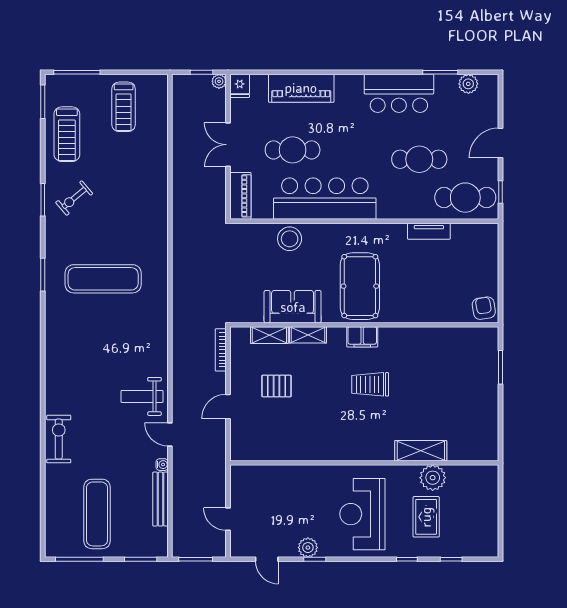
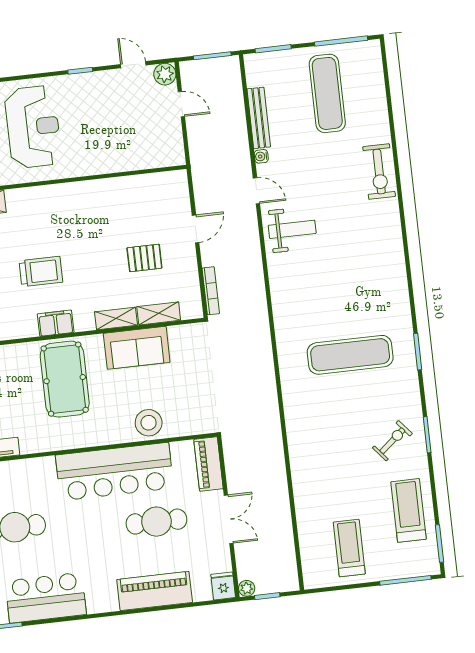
plant: (308, 548) -> (165, 74), moved

